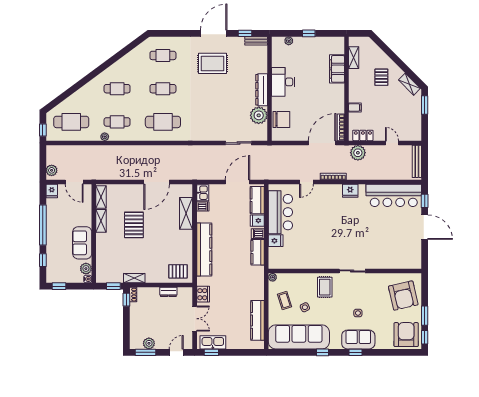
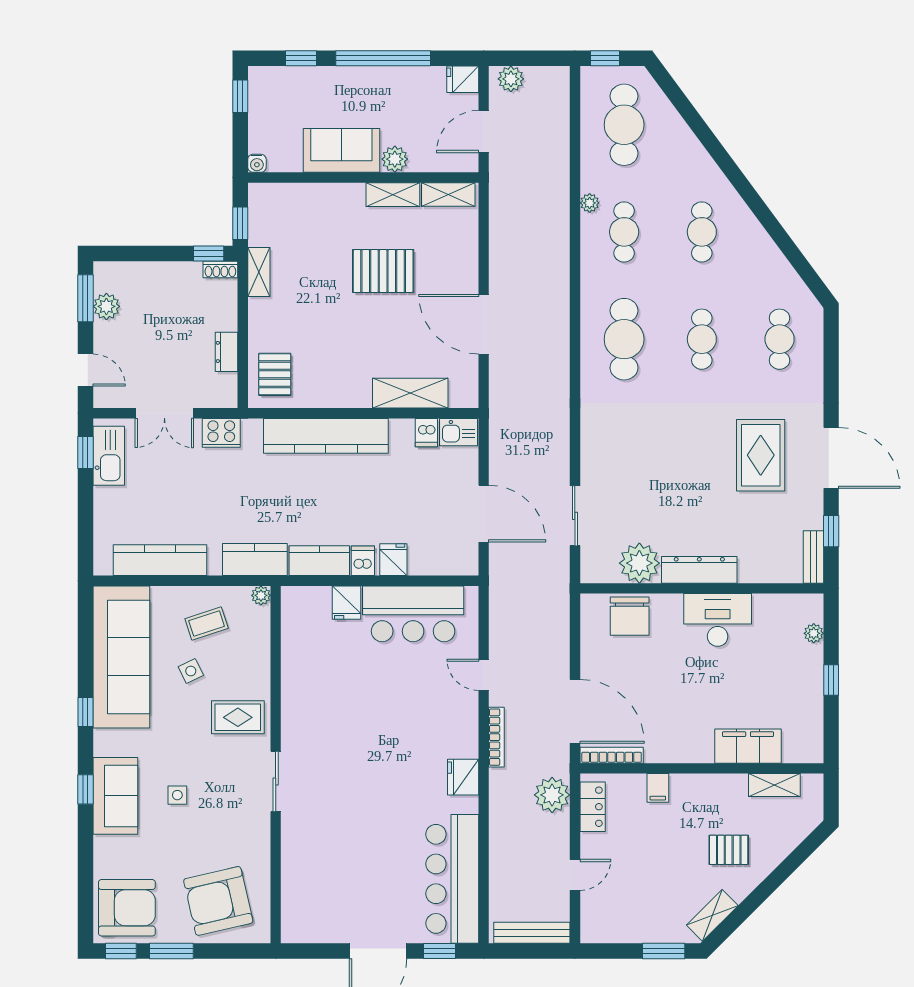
kitchen counter: (257, 200) -> (255, 560), moved
plant: (86, 269) -> (395, 159), moved

